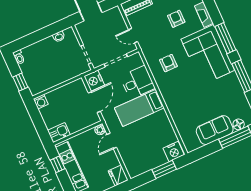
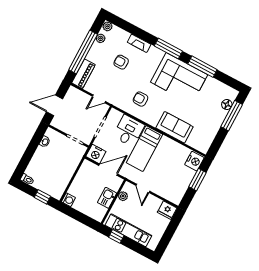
corner sofa: (208, 55) -> (179, 78), moved
door: (94, 102) -> (108, 170), hinge flipped
plant: (100, 130) -> (123, 196), moved
sofa: (215, 130) -> (174, 127), moved, turned 90
kitchen sink: (59, 133) -> (107, 198), moved

